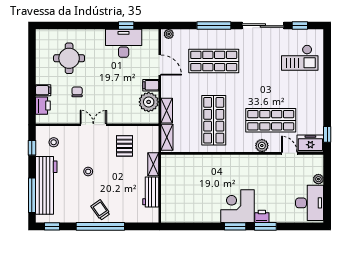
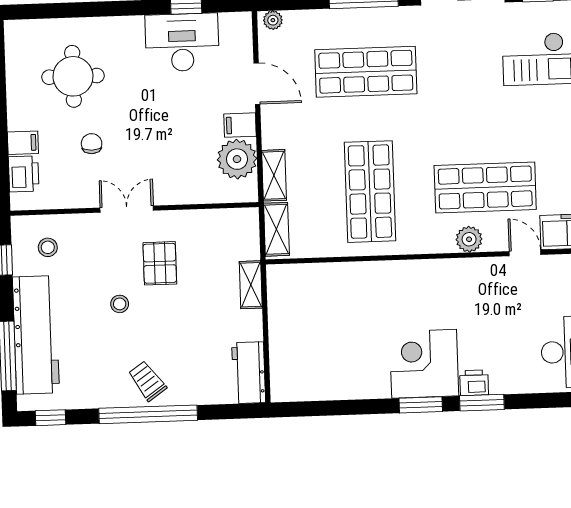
pallet: (124, 146) -> (160, 263), moved
workbench: (151, 192) -> (249, 373), moved

